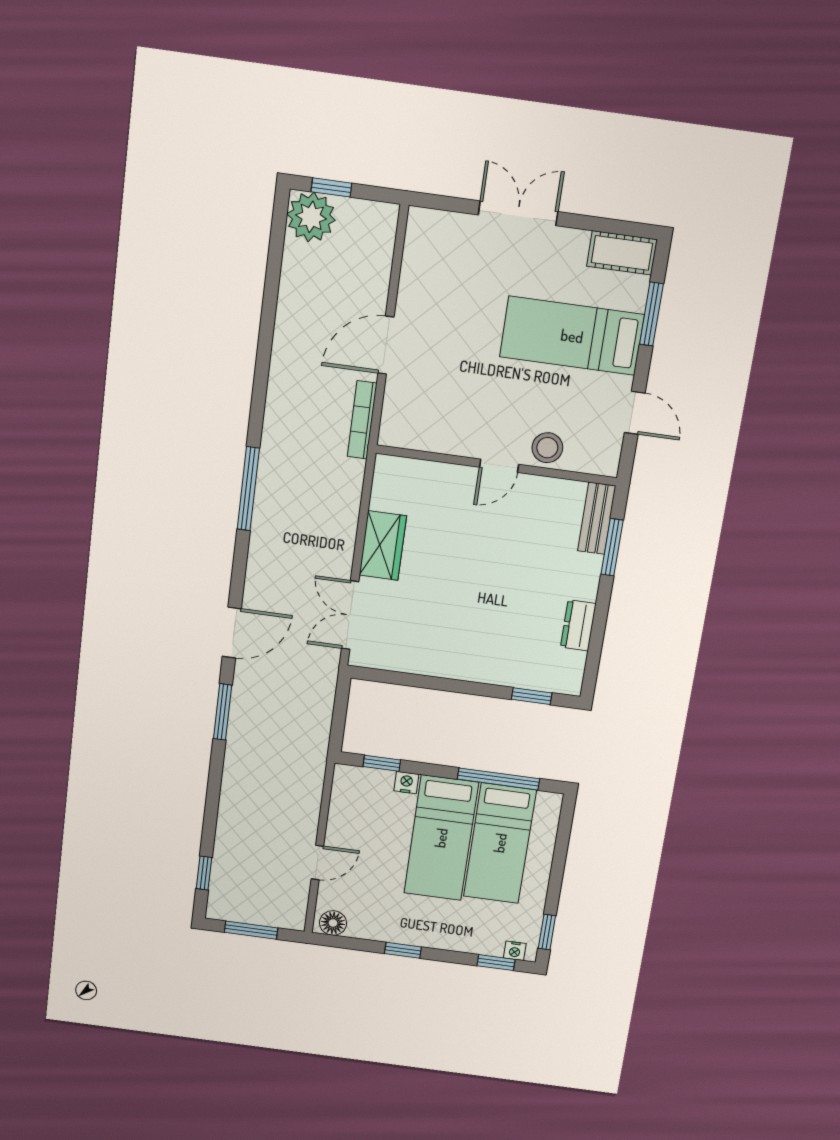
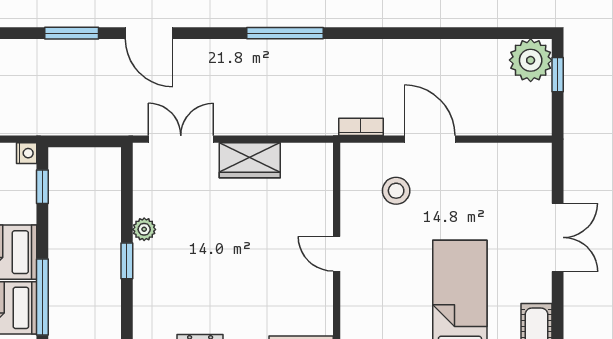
bookcase: (362, 420) -> (361, 127), width x0.64
stool: (547, 448) -> (396, 191), moved
plant: (442, 666) -> (144, 229), added
window: (532, 696) -> (127, 261), moved
nightstand: (406, 783) -> (27, 153), moved

